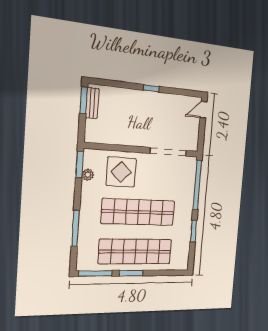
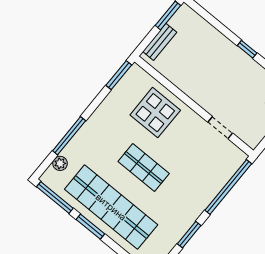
bench: (92, 103) -> (160, 42), moved
doorway: (168, 152) -> (220, 128), width x0.53
plant: (88, 175) -> (60, 163), moved
shop shelf: (138, 212) -> (144, 167), width x0.50, depth x0.74

